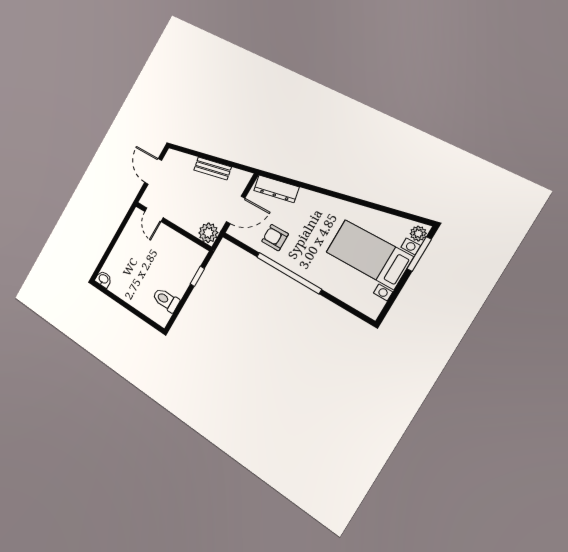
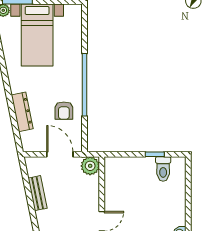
dresser: (276, 189) -> (22, 112), moved
window: (197, 276) -> (155, 154), moved

